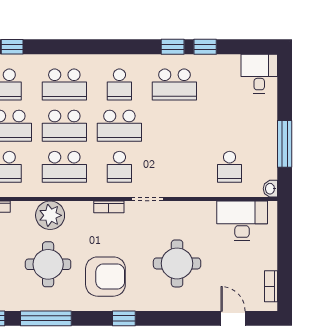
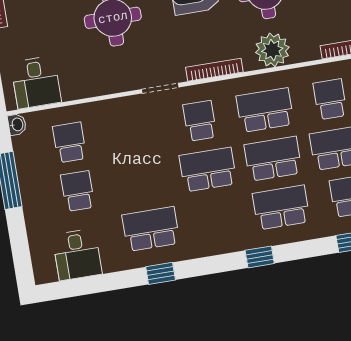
window: (205, 47) -> (260, 257), moved
desk: (259, 74) -> (77, 255), moved
school desk: (119, 84) -> (78, 191), moved
bookcase: (109, 207) -> (214, 70), width x1.56
desk: (242, 221) -> (36, 82), width x0.73

